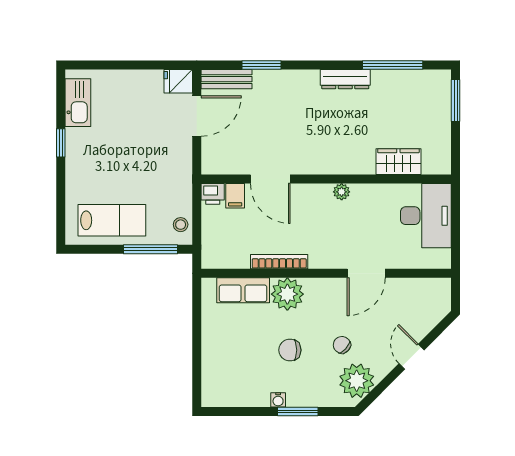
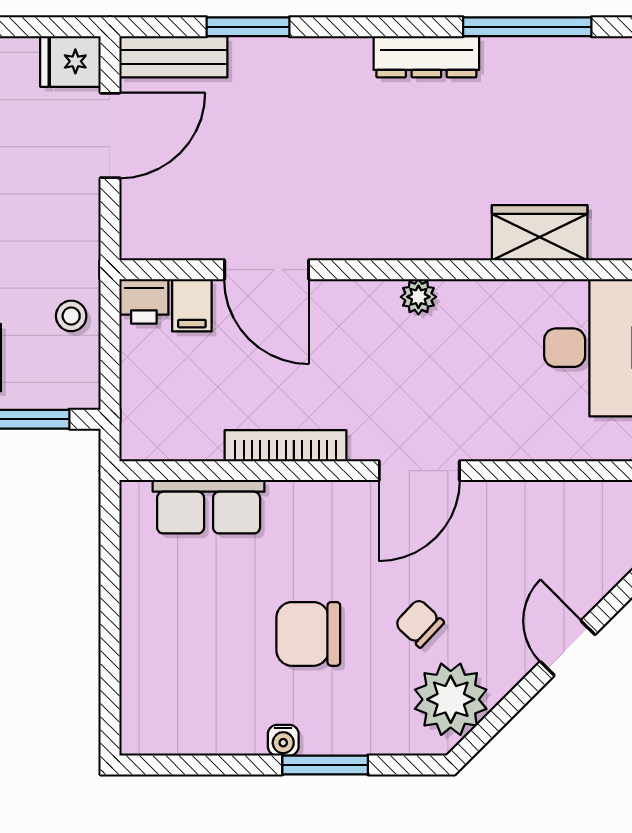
stool: (181, 225) -> (71, 316), moved
door: (366, 273) -> (419, 471), moved
plant: (287, 294) -> (303, 515), removed
chair: (290, 350) -> (308, 634), width x1.37, depth x1.37

